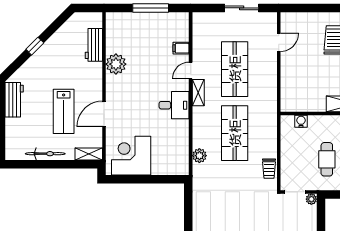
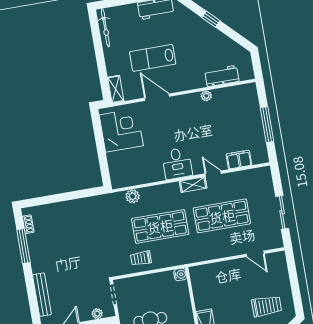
filing cabinet: (181, 48) -> (239, 160), width x2.00
plant: (116, 64) -> (206, 96), width x0.53, depth x0.53
water cooler: (301, 121) -> (180, 274), moved
bicycle: (45, 154) -> (105, 28), moved
trolley: (269, 169) -> (141, 258), moved
plant: (311, 199) -> (97, 314), moved

